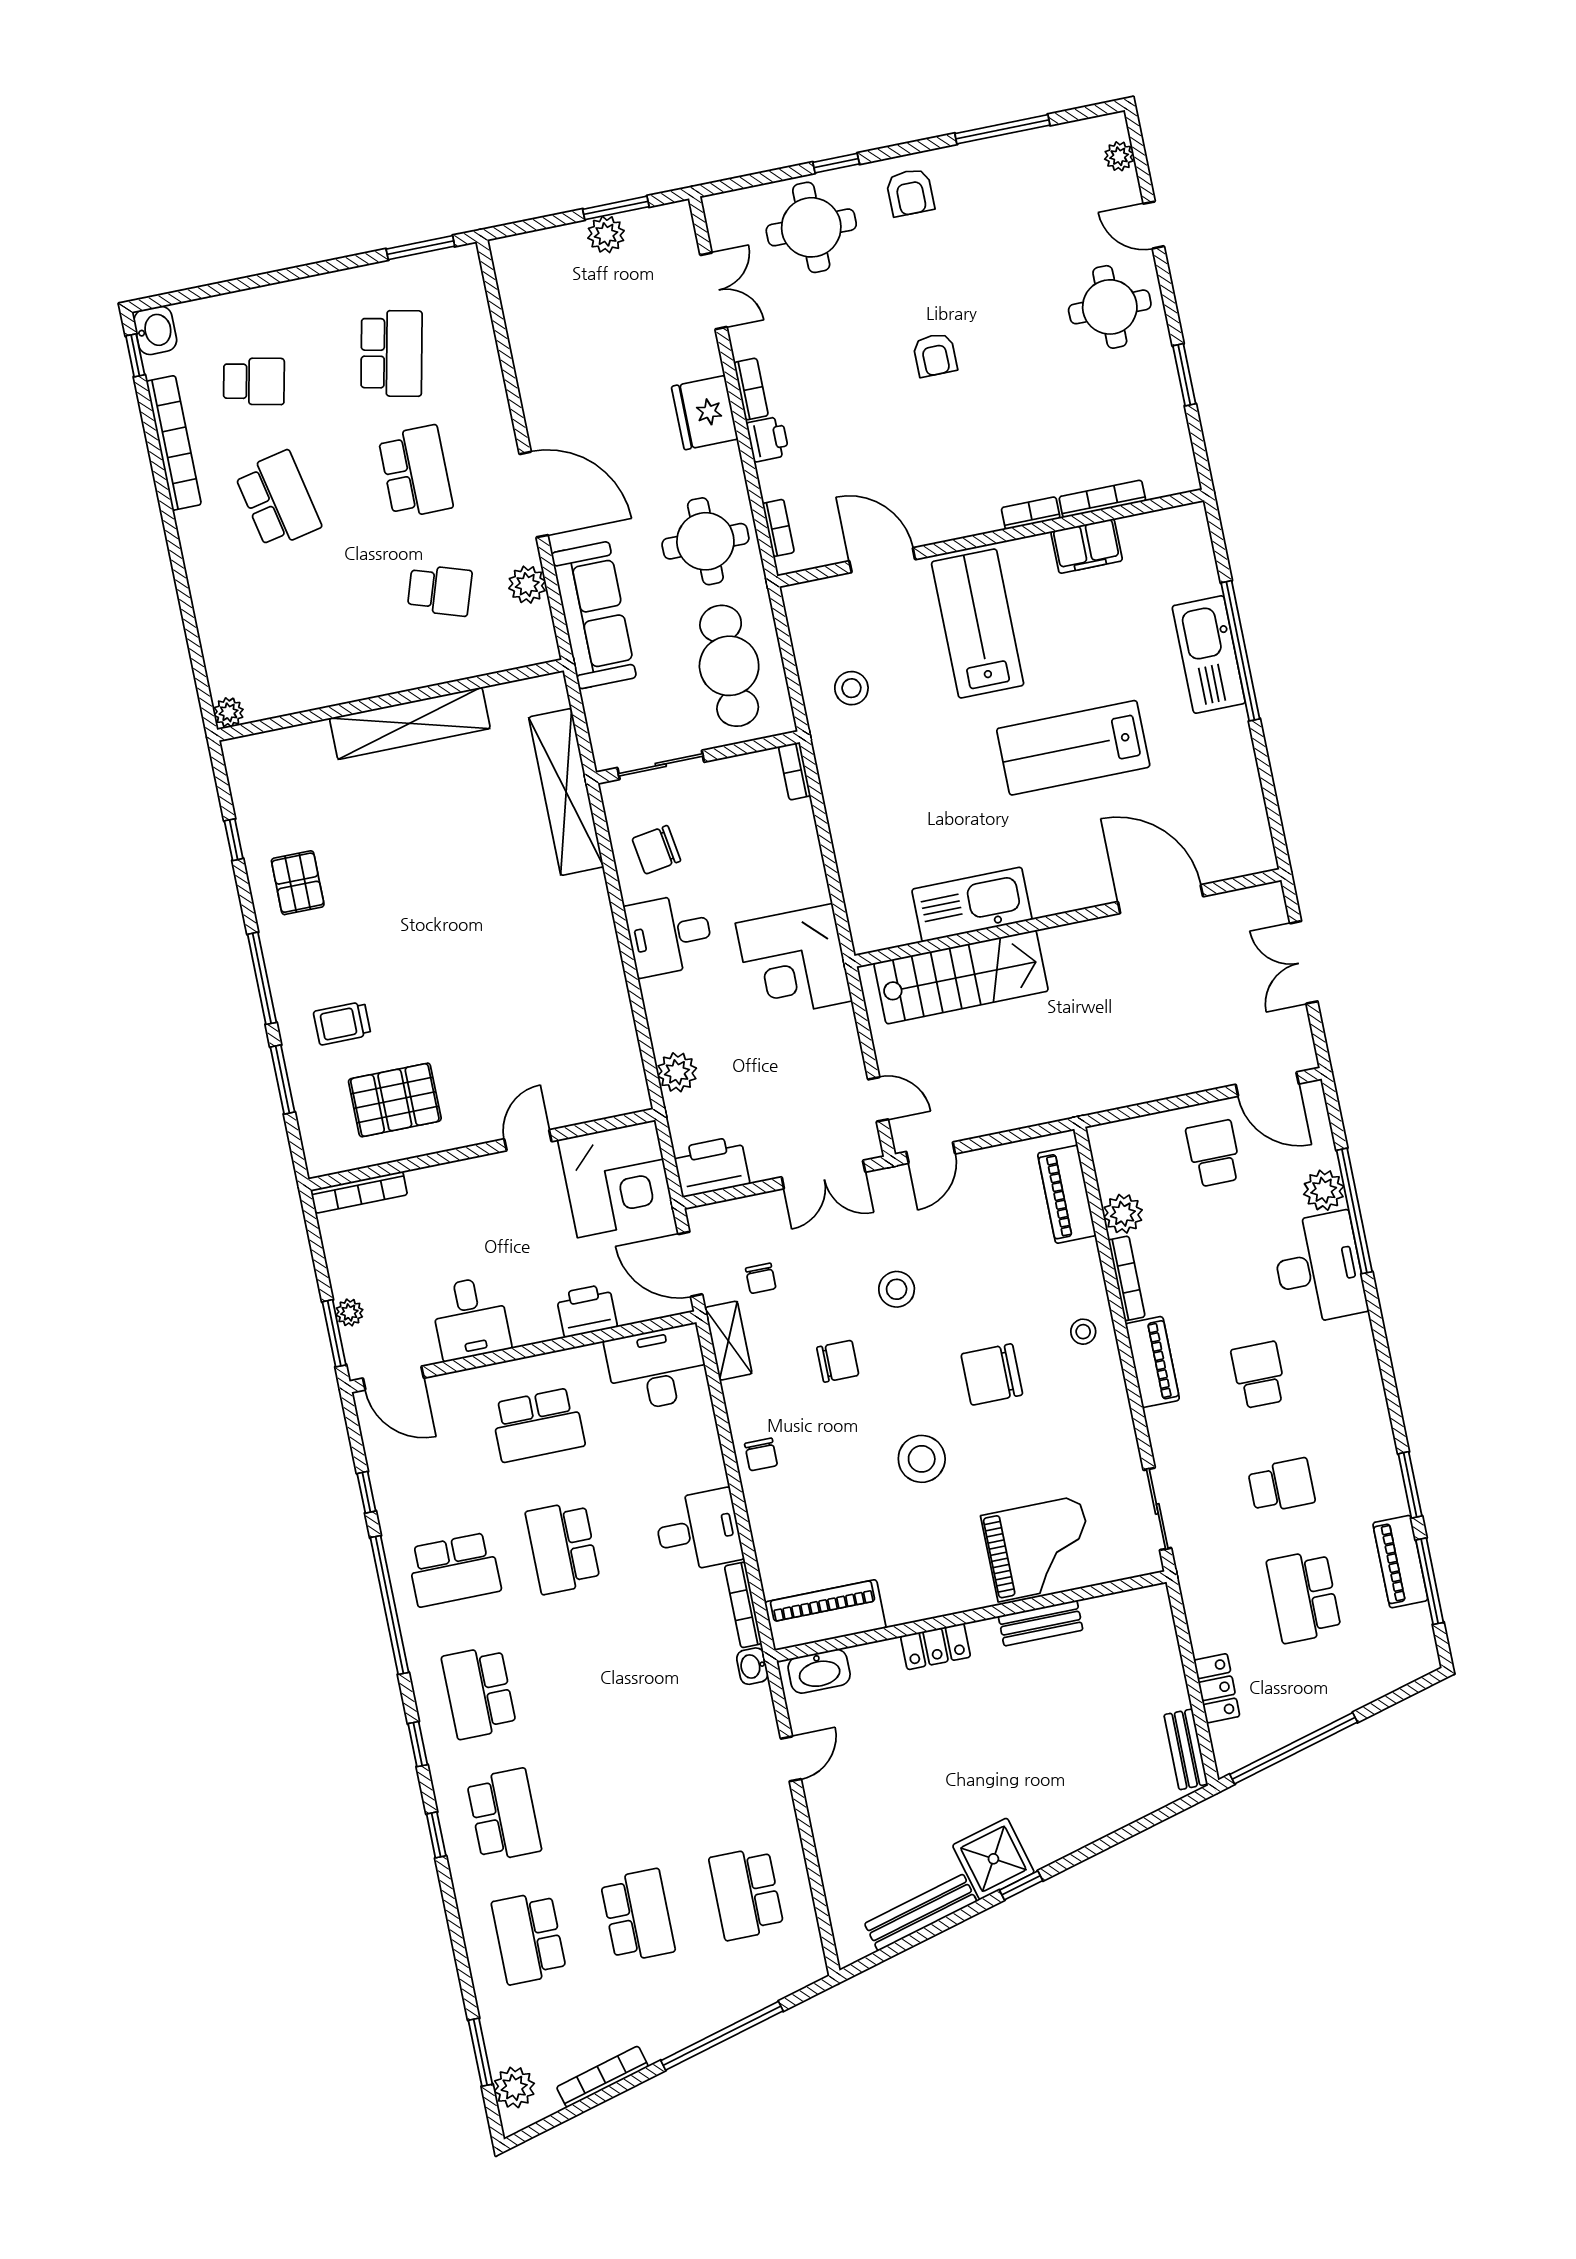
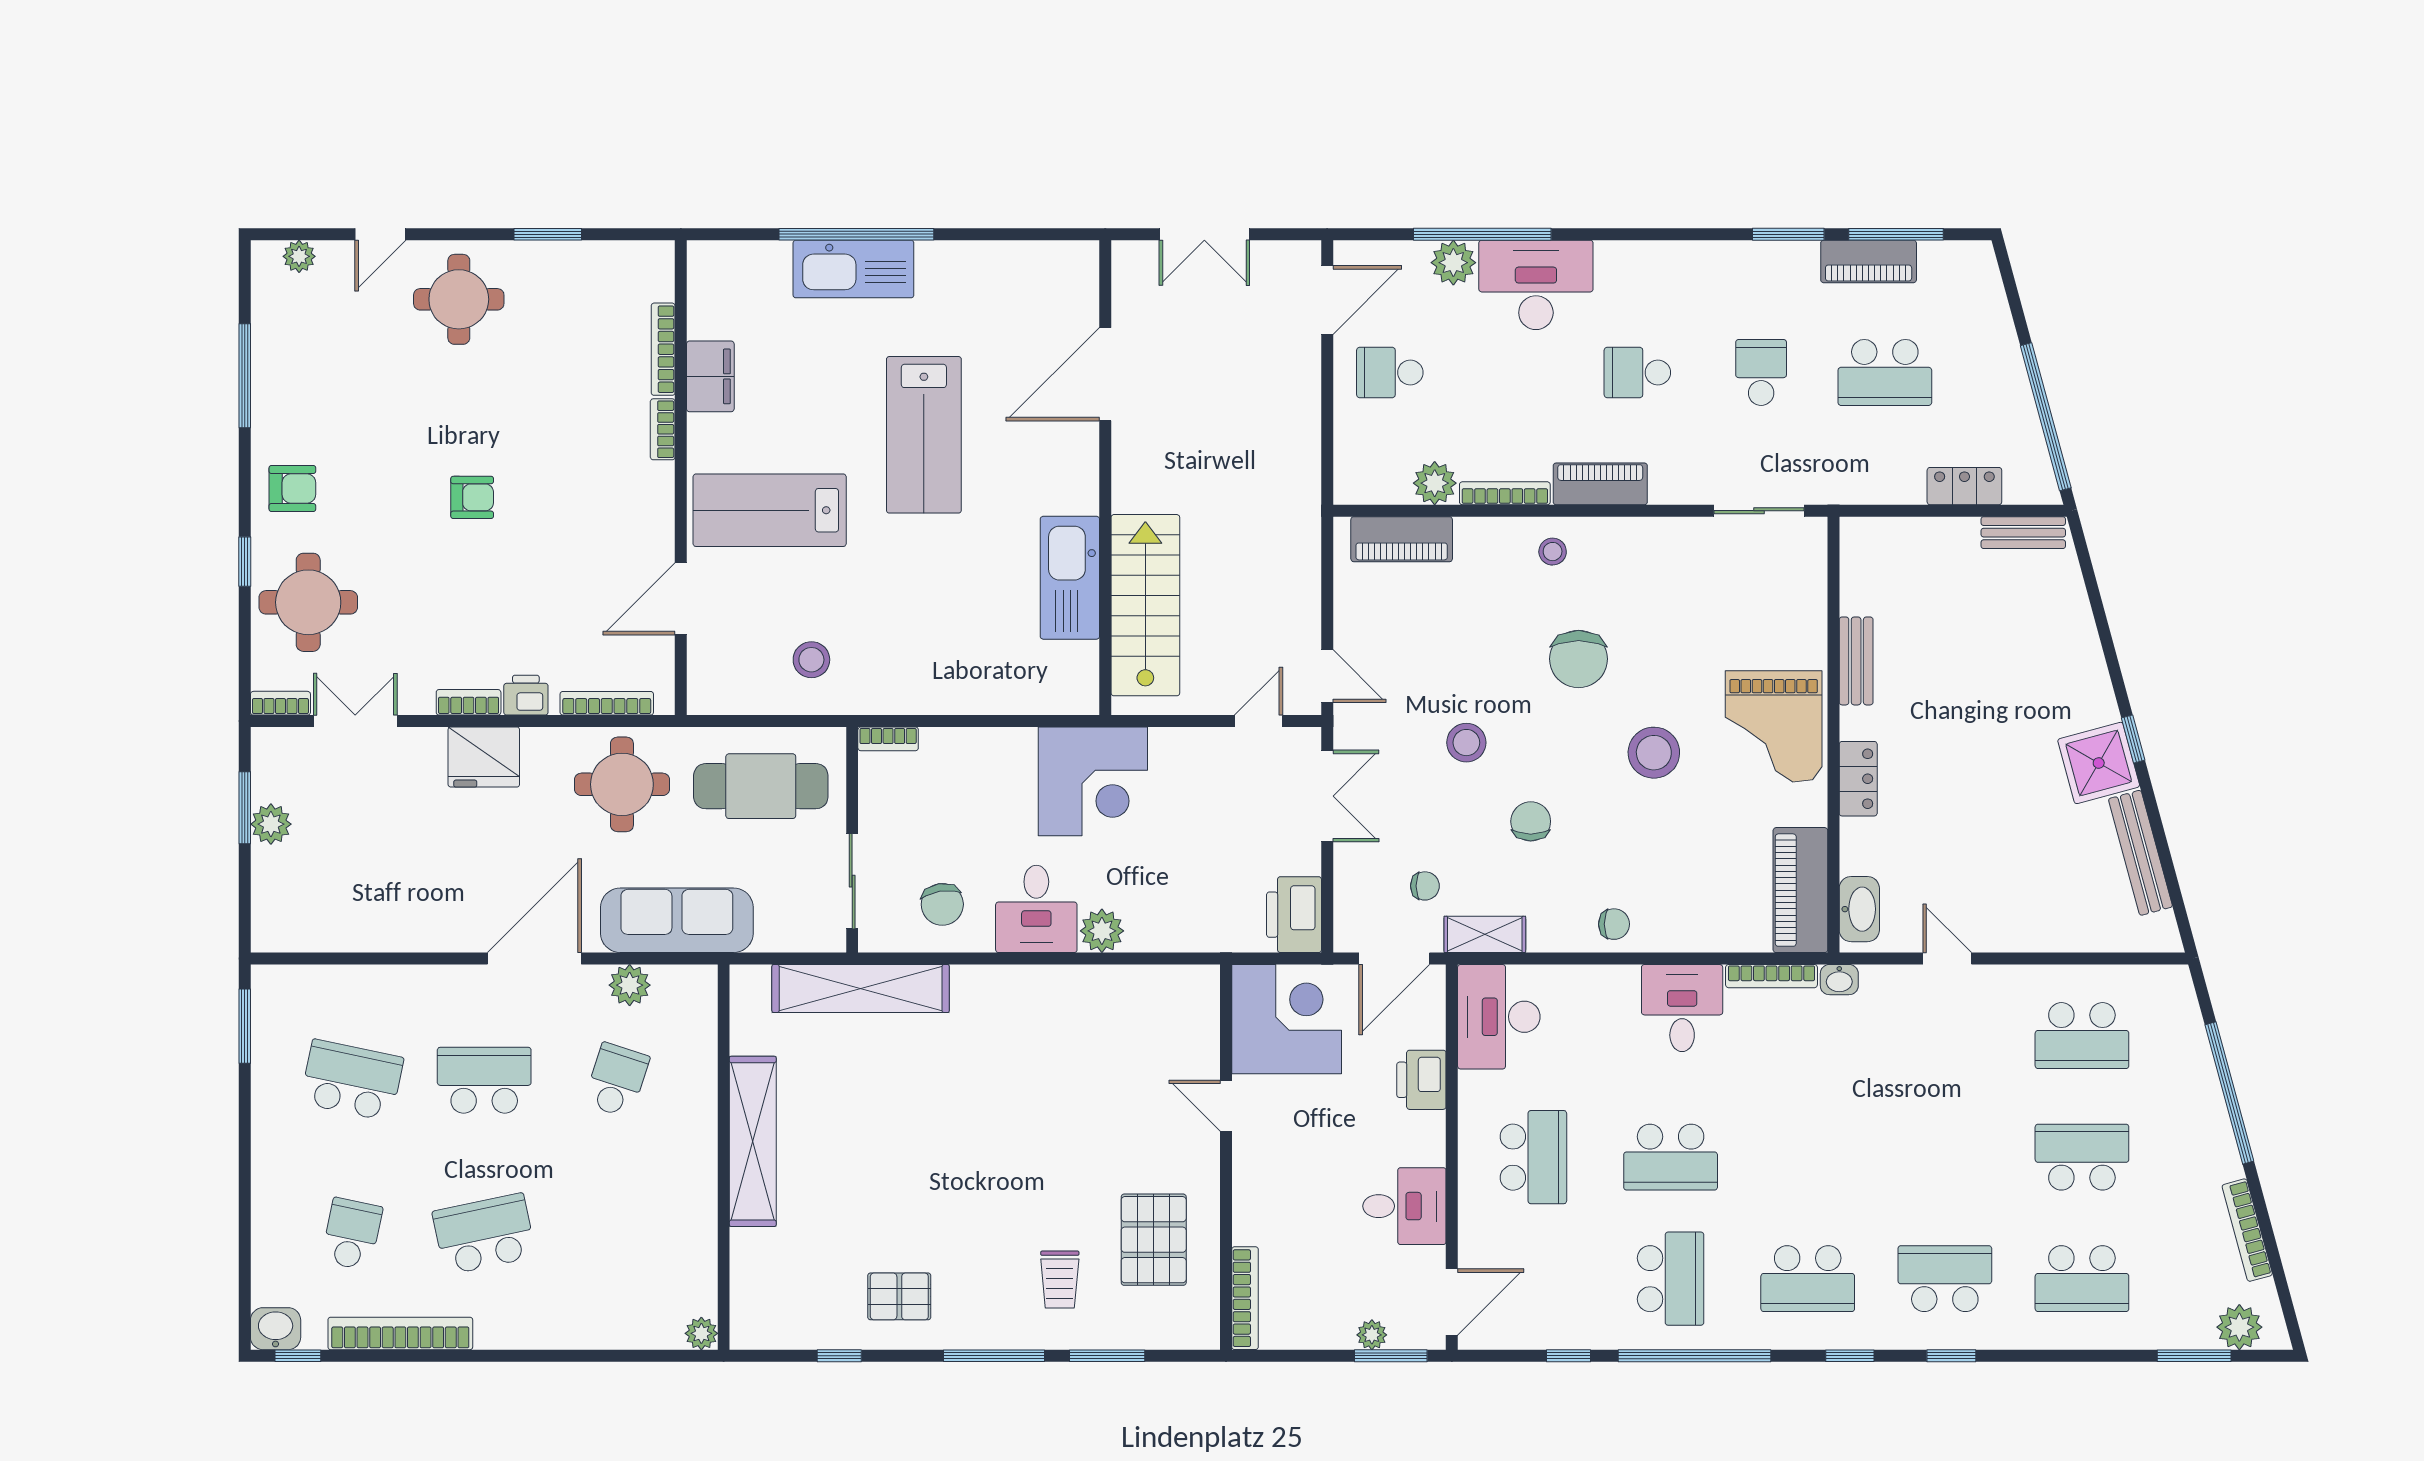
bookcase: (716, 221) -> (280, 703), added
bookcase: (778, 528) -> (607, 703), width x1.56
plant: (677, 1072) -> (1102, 931), moved
grand piano: (1039, 1549) -> (1774, 726), moved, turned 180

